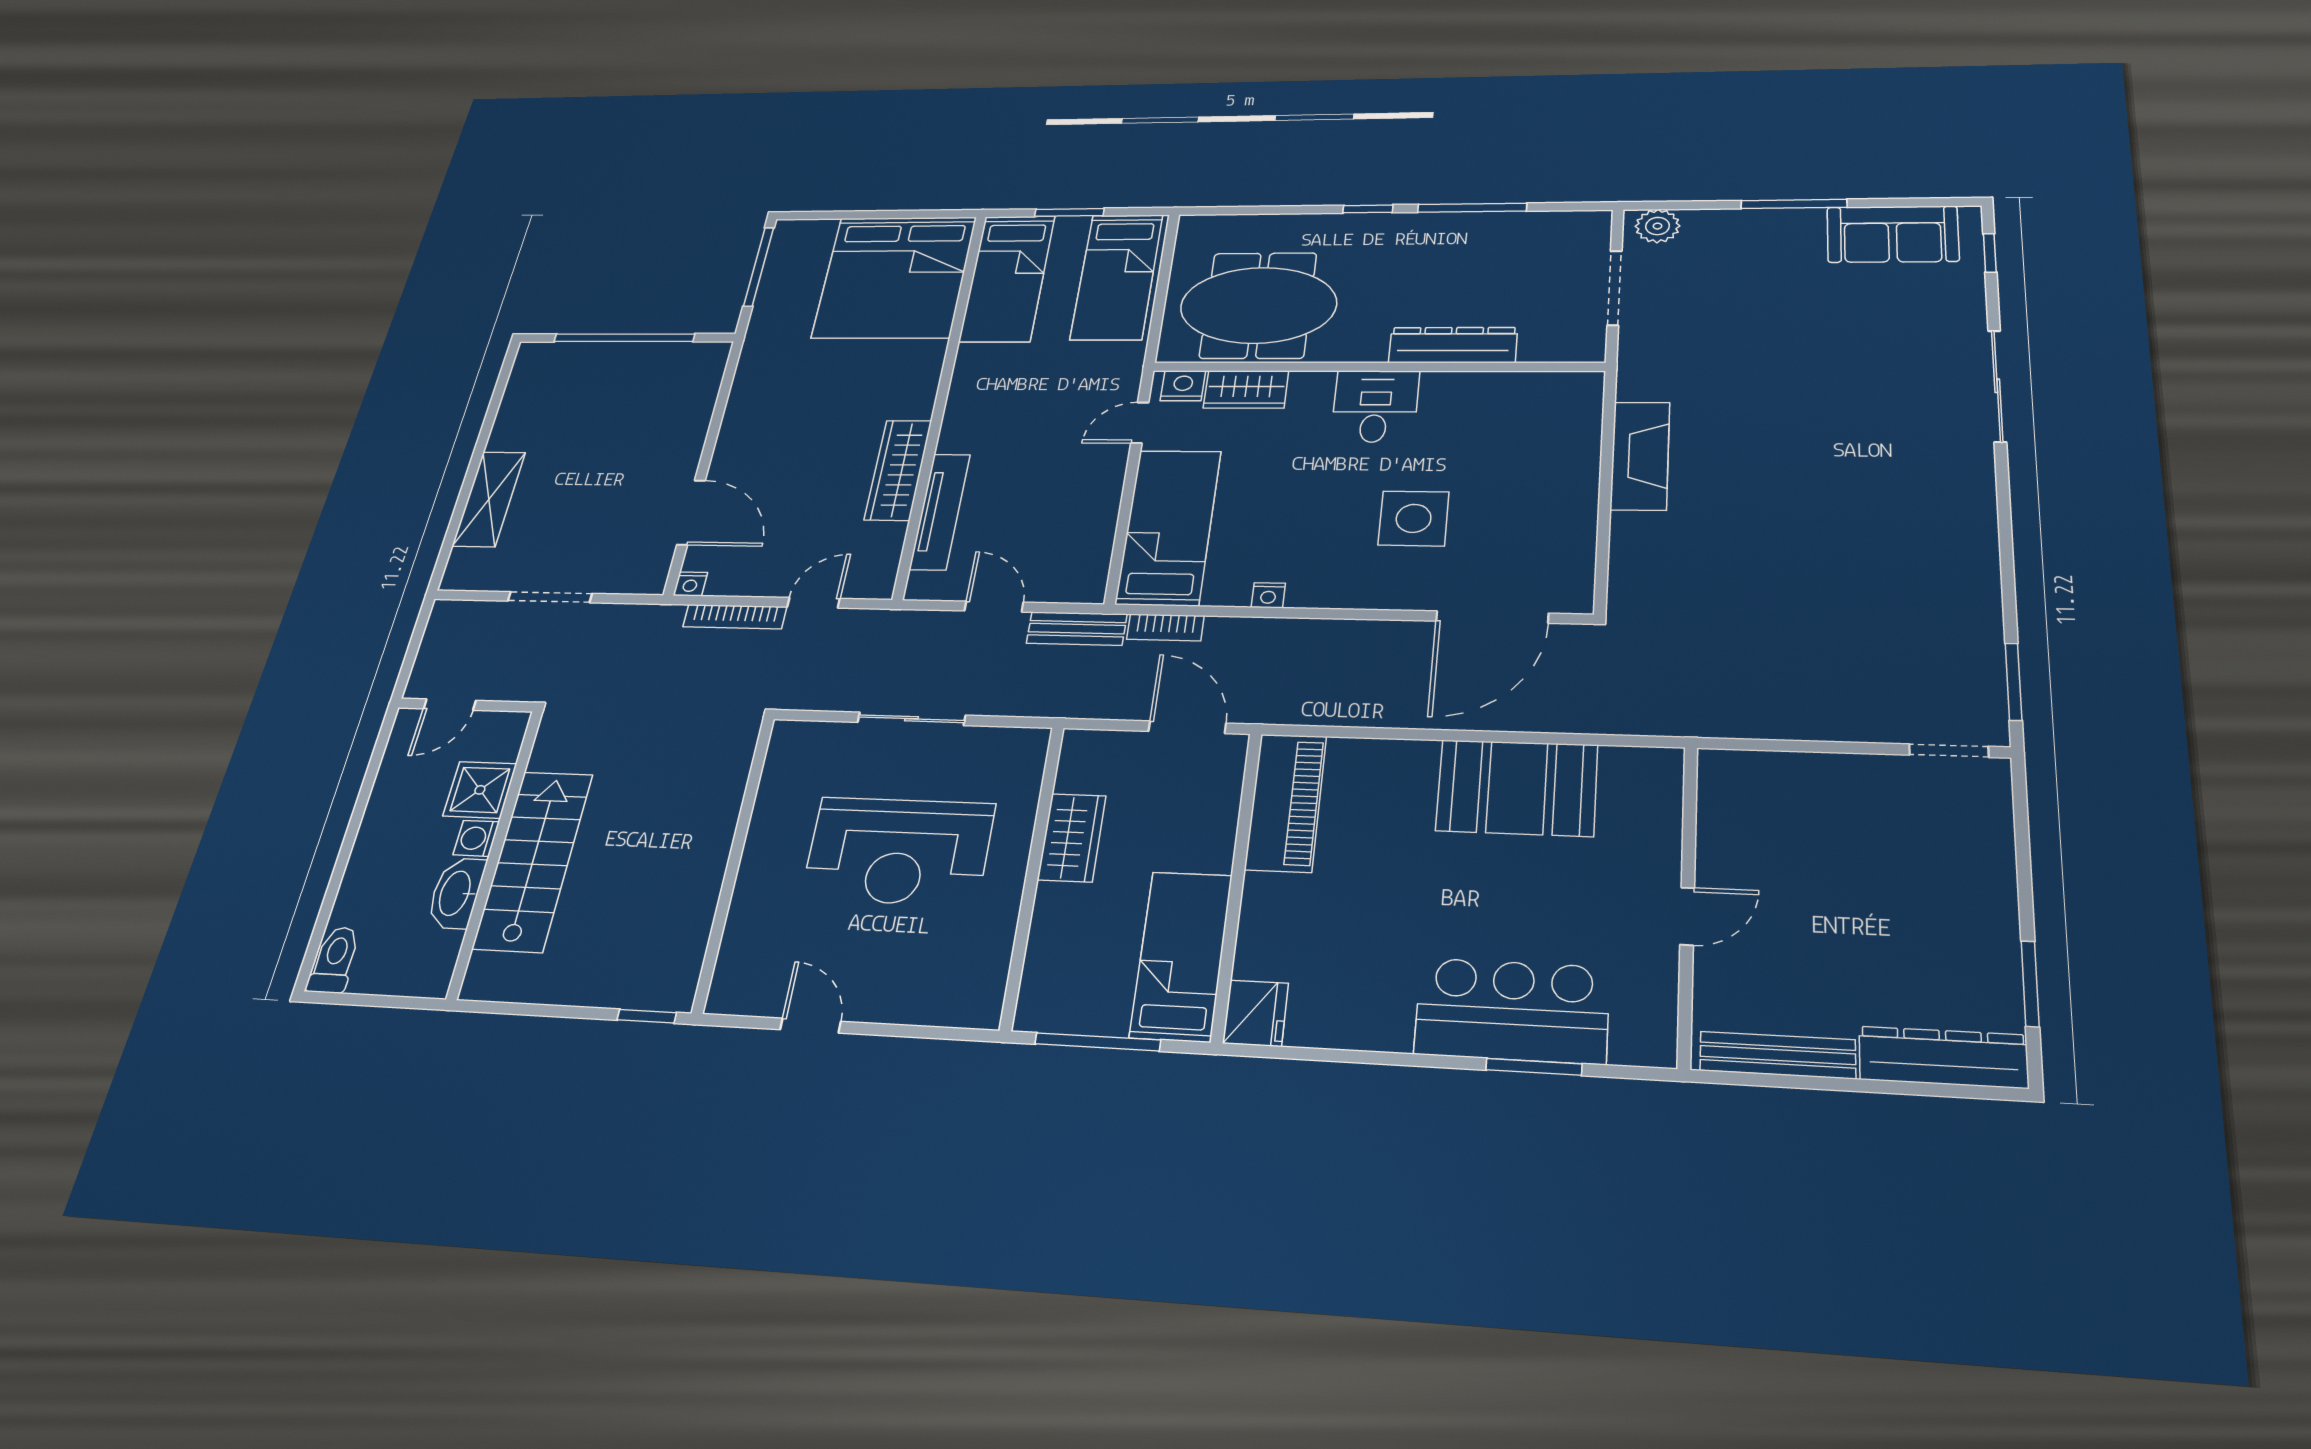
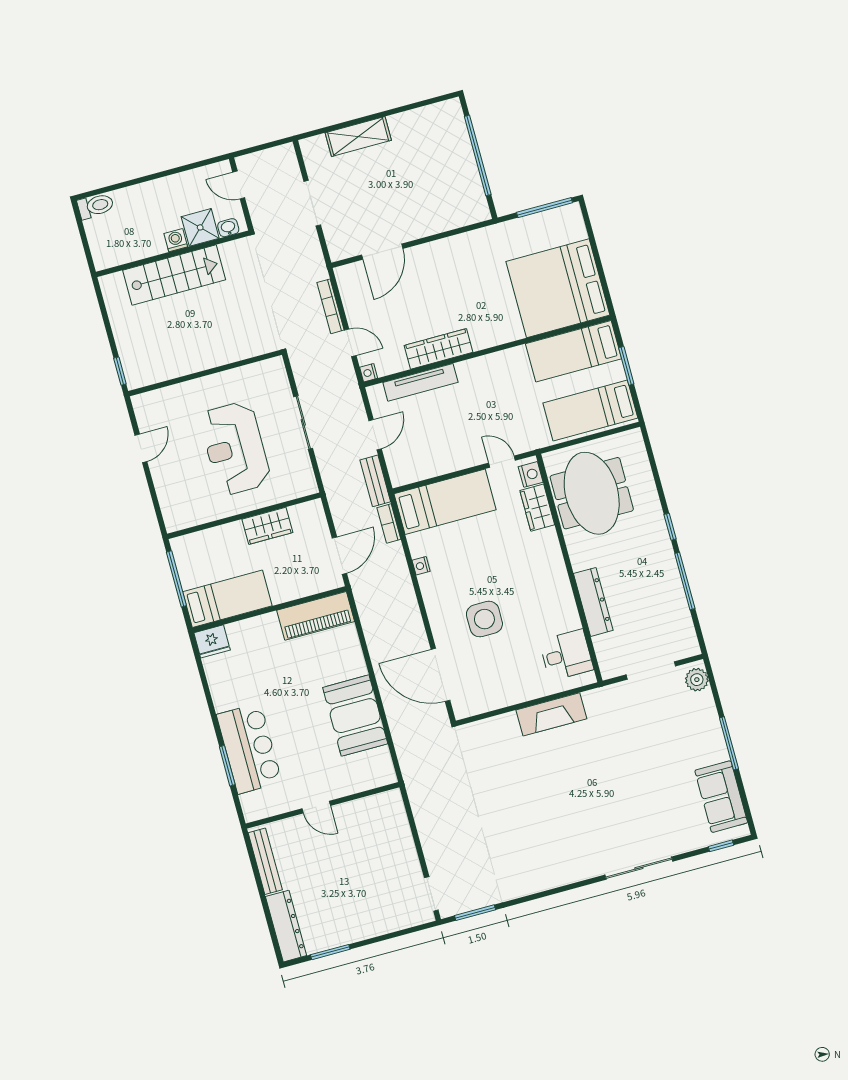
desk: (1375, 406) -> (566, 655), moved
nightstand: (690, 584) -> (369, 373), moved
washbasin: (456, 893) -> (228, 228), moved, width x0.52, depth x0.69

